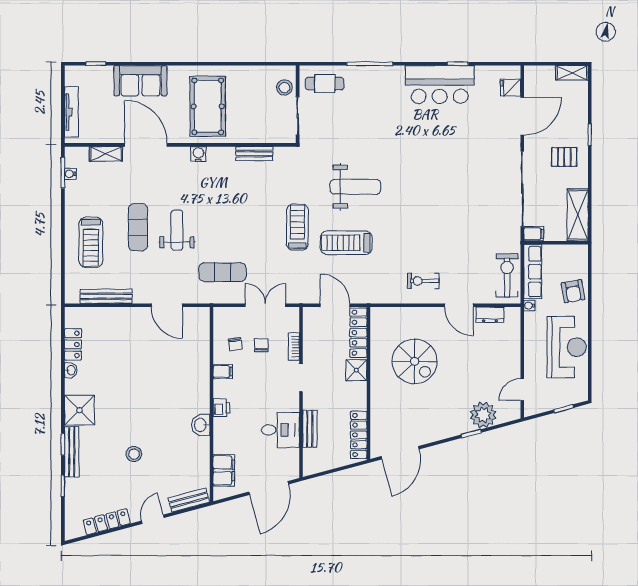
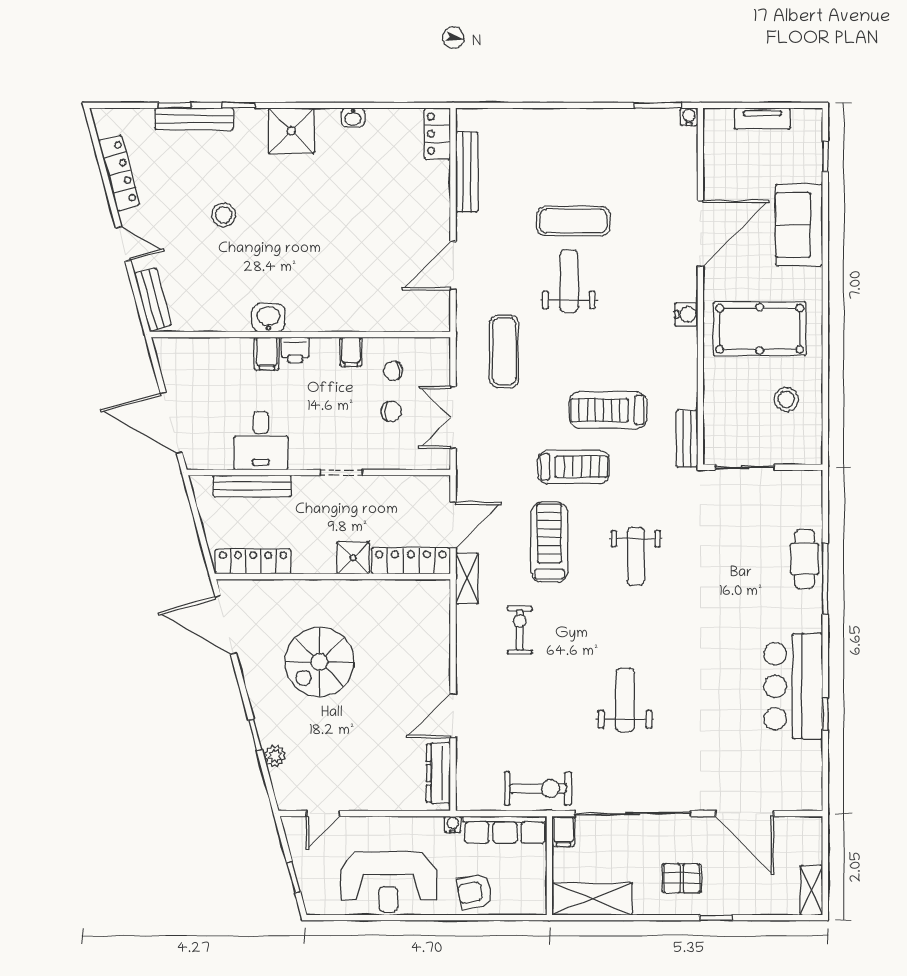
cafe table: (325, 84) -> (804, 559), moved
stool: (284, 87) -> (786, 399), moved
fridge: (510, 88) -> (788, 795), removed
tv unit: (71, 112) -> (762, 119), width x0.71
shelving: (106, 154) -> (467, 578), moved
bench: (254, 154) -> (687, 439), moved
pallet: (564, 157) -> (682, 878), turned 90
water cooler: (70, 174) -> (689, 117), moved
weight bench: (355, 187) -> (636, 556), width x0.73, depth x0.75
weight bench: (449, 194) -> (625, 700), added
weight bench: (177, 230) -> (569, 281), turned -90
treadmill: (91, 242) -> (608, 410), moved
exercise bike: (507, 275) -> (538, 788), moved
exercise bike: (423, 281) -> (520, 630), moved
double door: (265, 305) -> (453, 417), swing flipped
dresser: (490, 315) -> (438, 773), width x1.44
locker: (73, 344) -> (437, 134), moved, turned 90
bookcase: (294, 347) -> (389, 461), removed
spiral stairs: (415, 361) -> (319, 662), moved
door: (522, 390) -> (323, 813), swing flipped
plant: (483, 415) -> (275, 756), width x0.53, depth x0.53
bench: (310, 429) -> (252, 486), width x1.36
bench: (72, 452) -> (194, 119), moved
filing cabinet: (224, 470) -> (267, 354), moved, width x0.50

